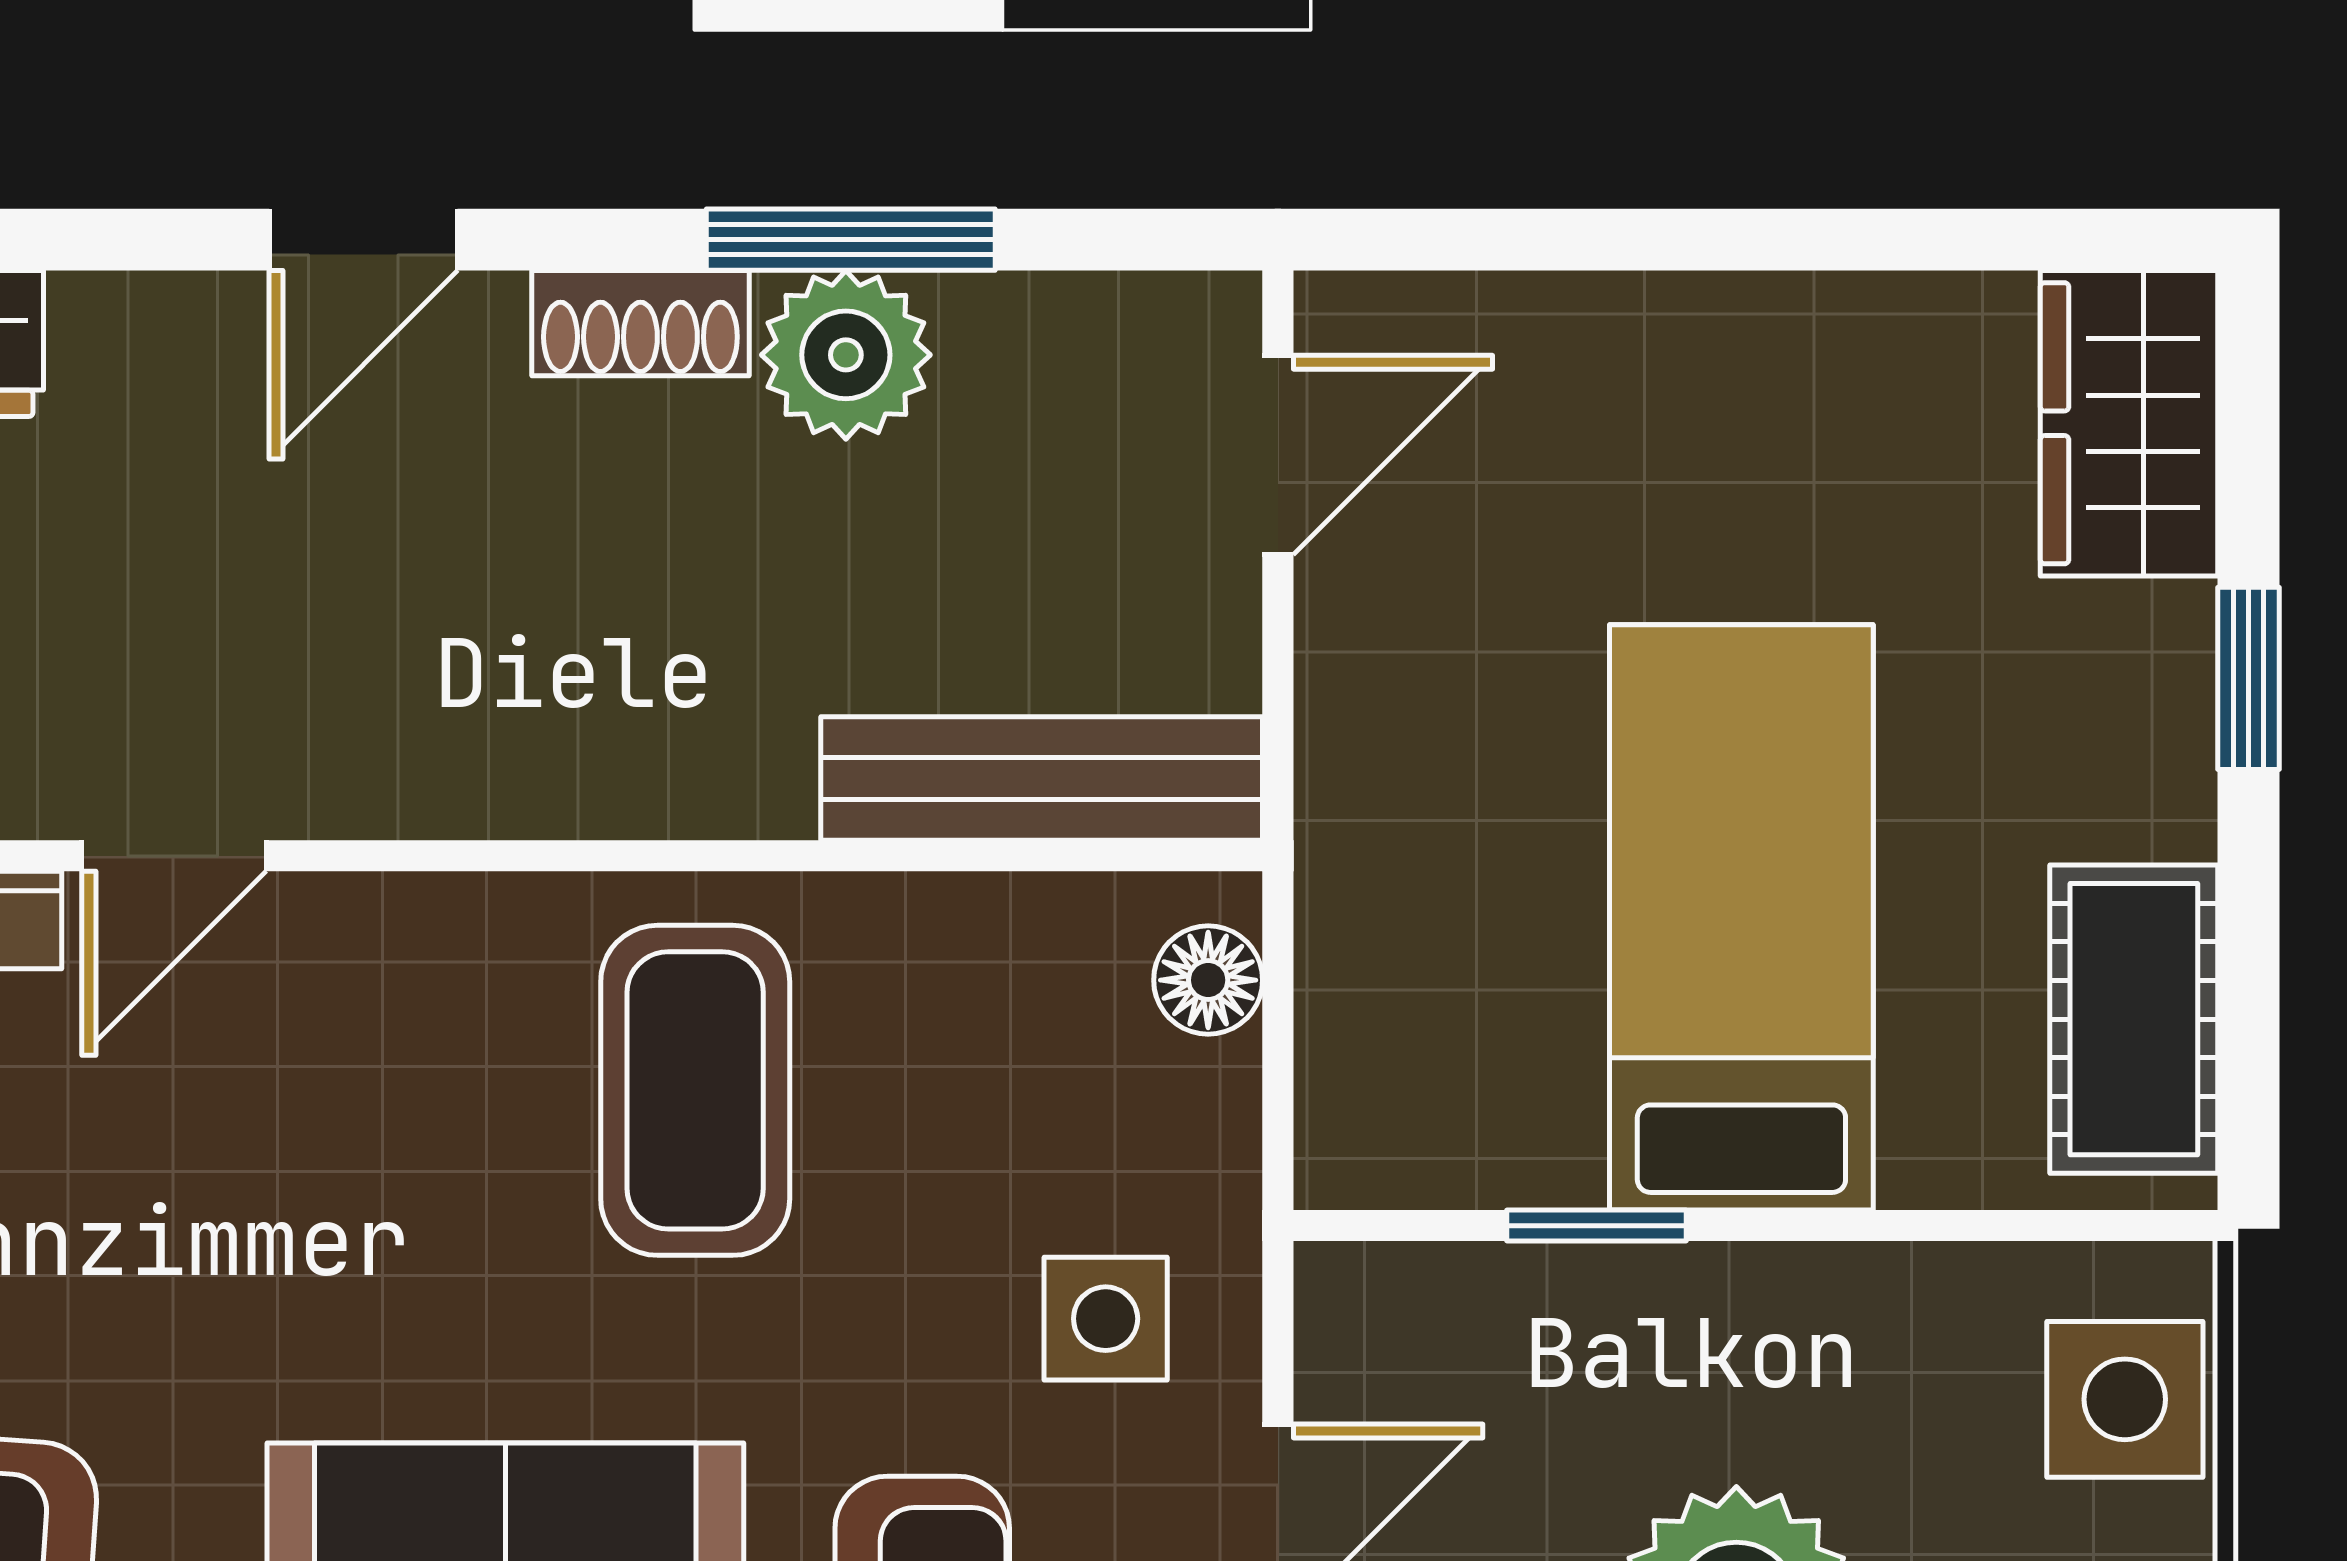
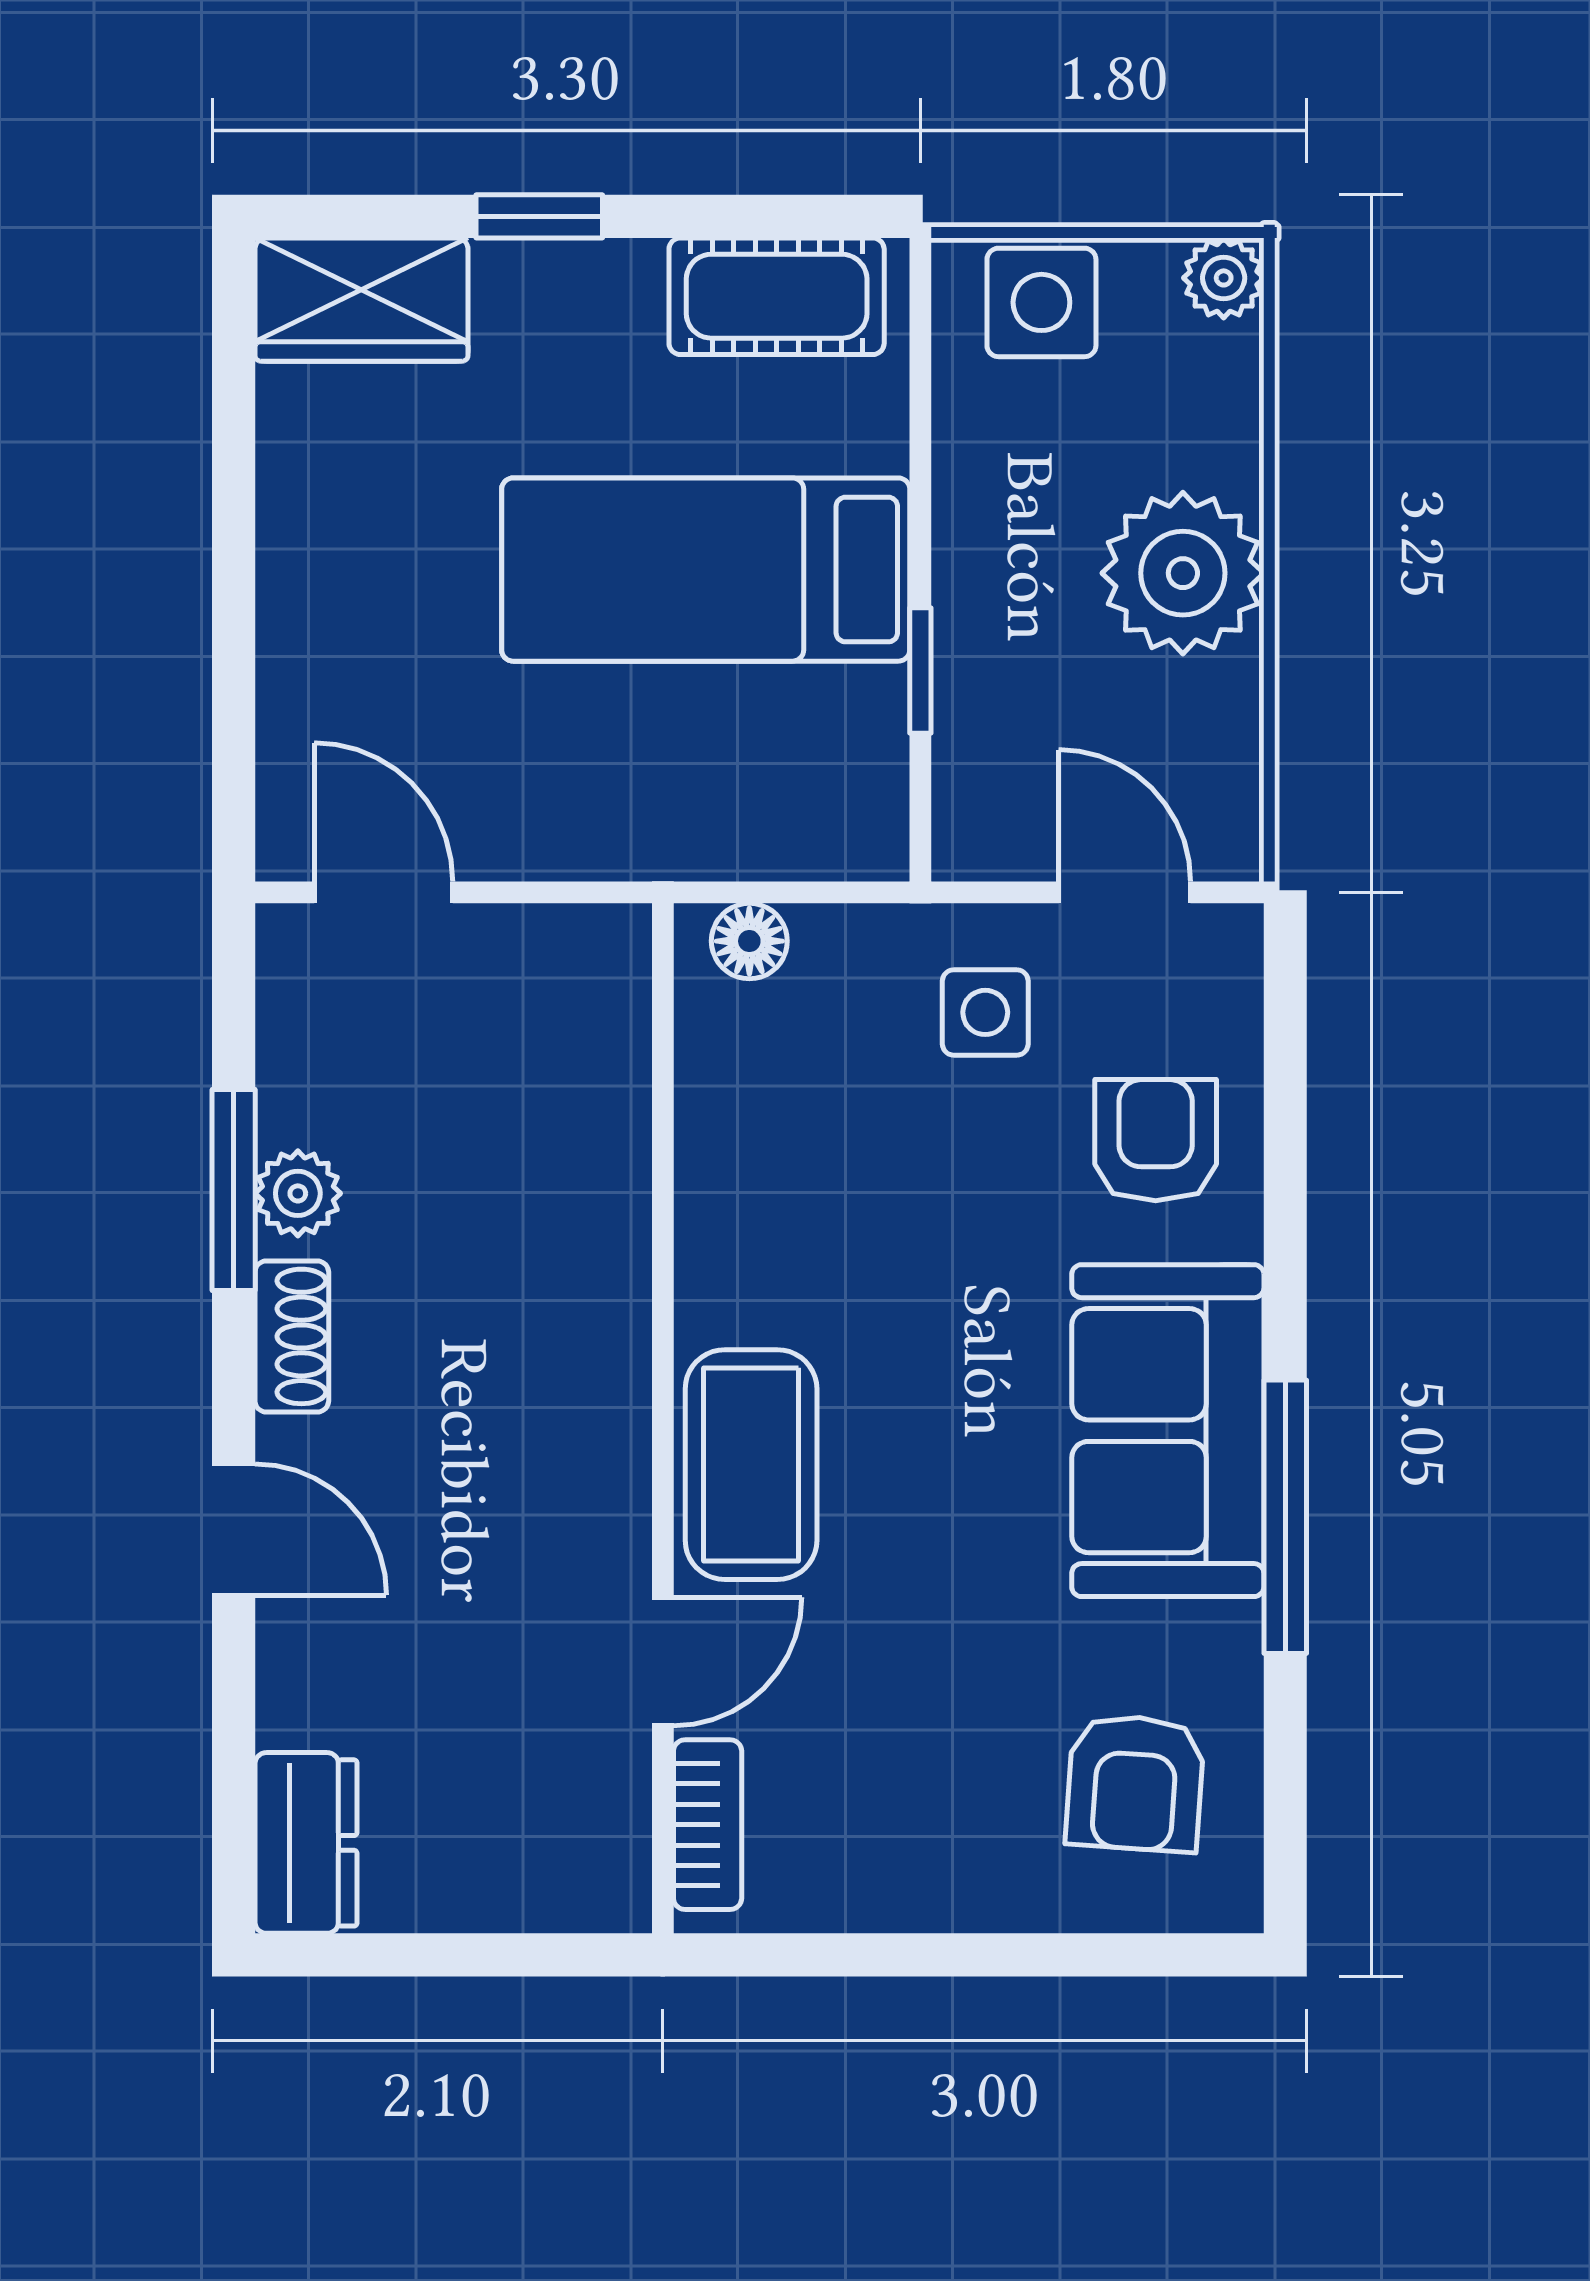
plant: (846, 355) -> (298, 1193), width x0.73, depth x0.73
bench: (1042, 779) -> (609, 1057), removed
door: (174, 856) -> (663, 1661), hinge flipped
coffee table: (695, 1090) -> (751, 1465), moved, turned 90

